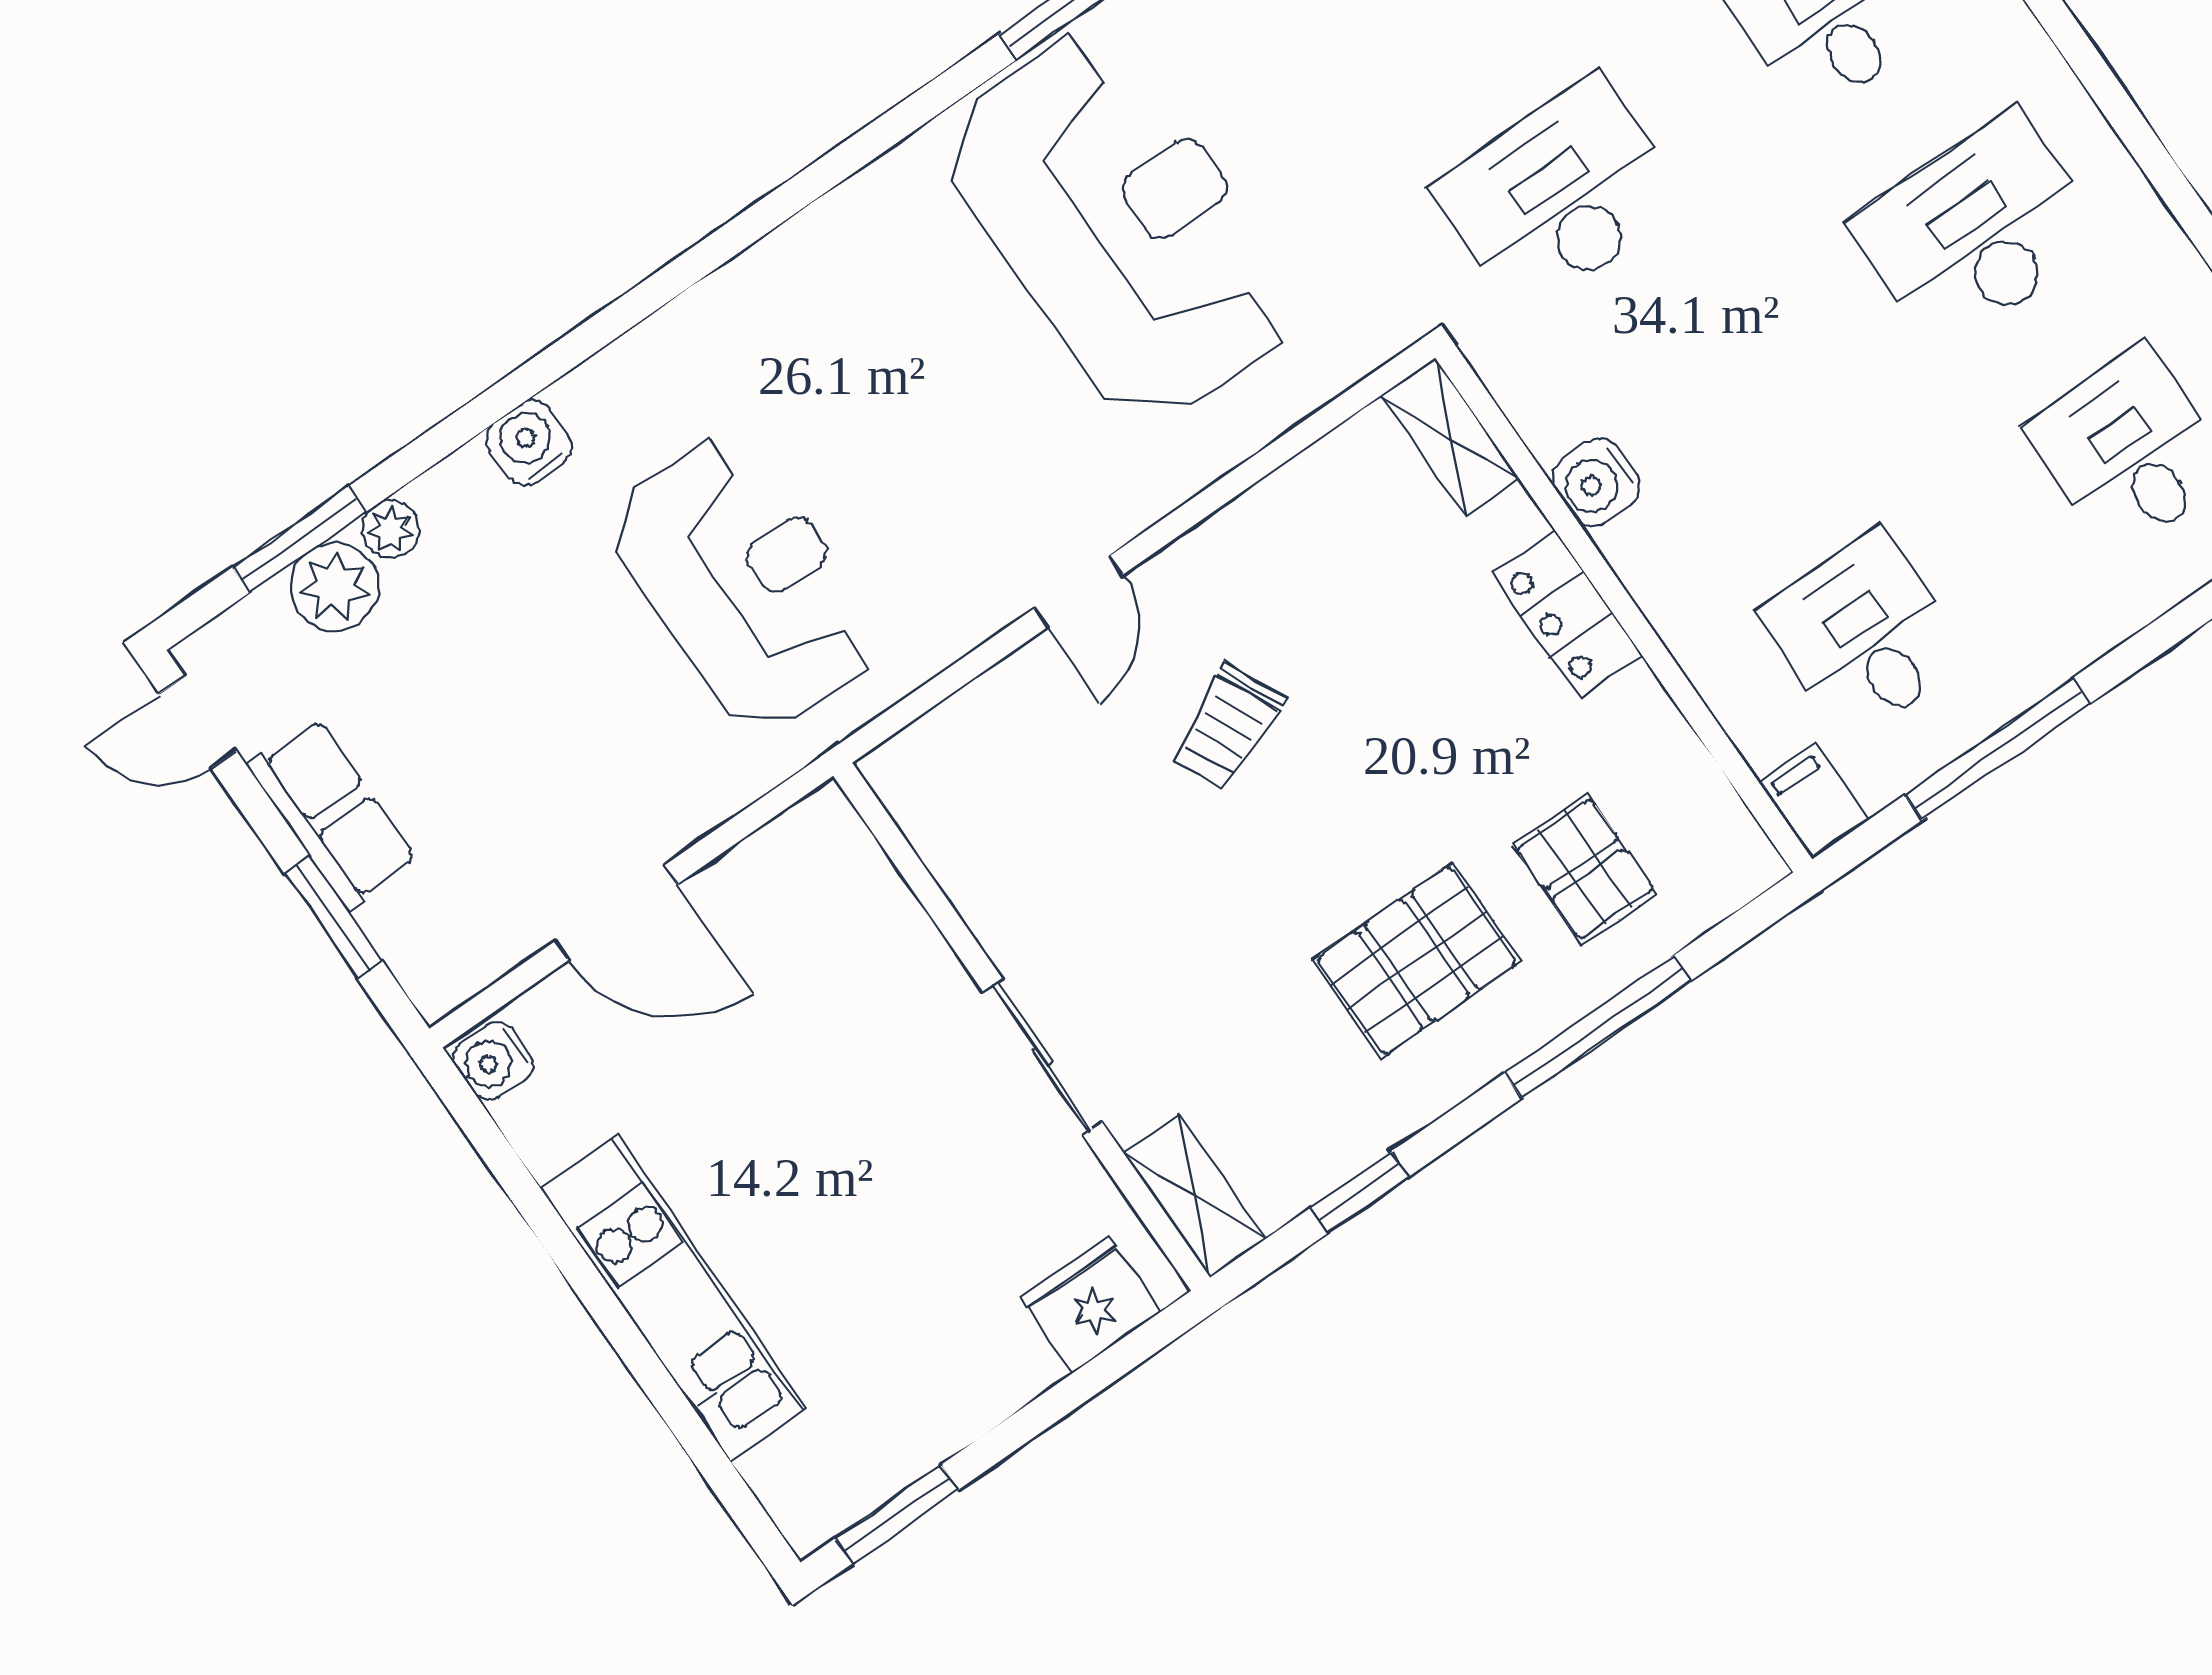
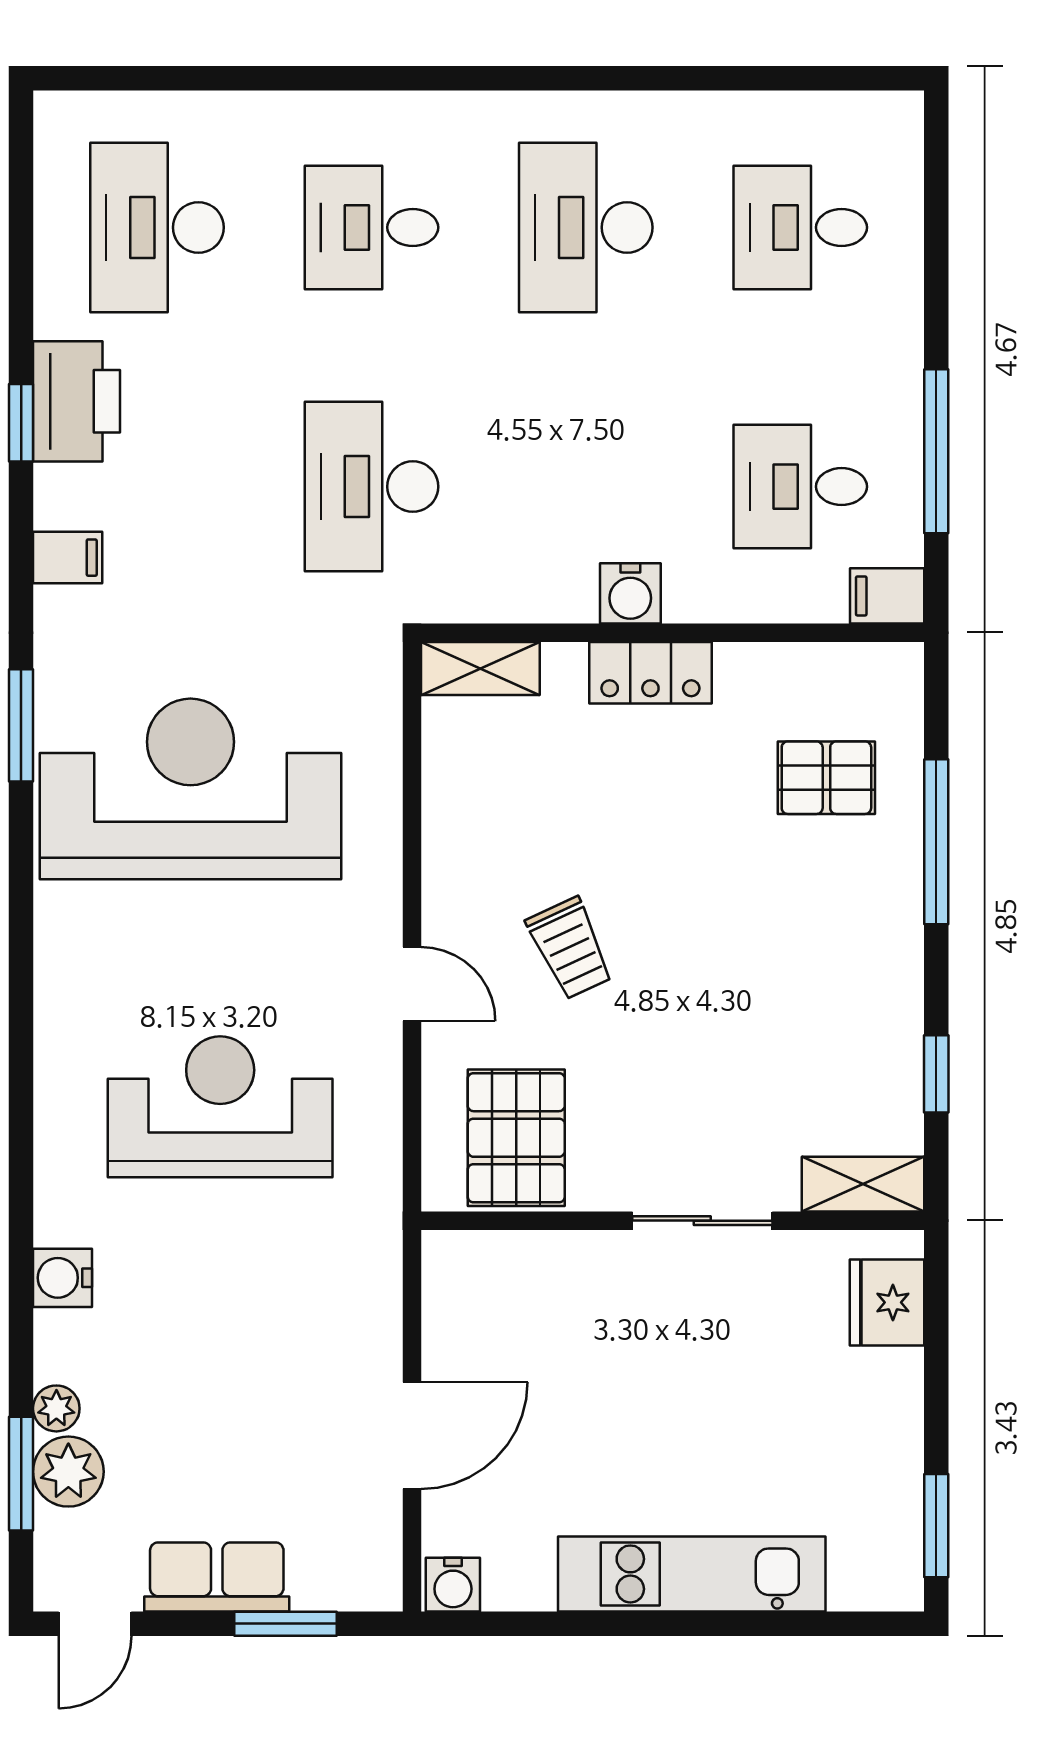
water cooler: (1596, 482) -> (630, 593), moved
reception desk: (745, 584) -> (220, 1107), moved
pallet: (1417, 960) -> (516, 1138), moved

